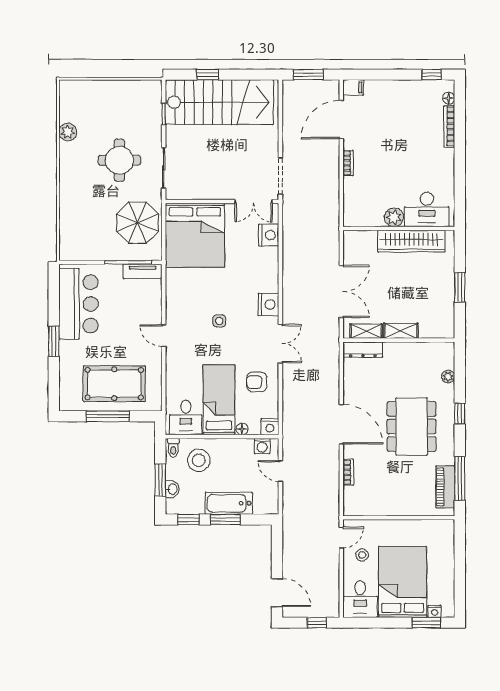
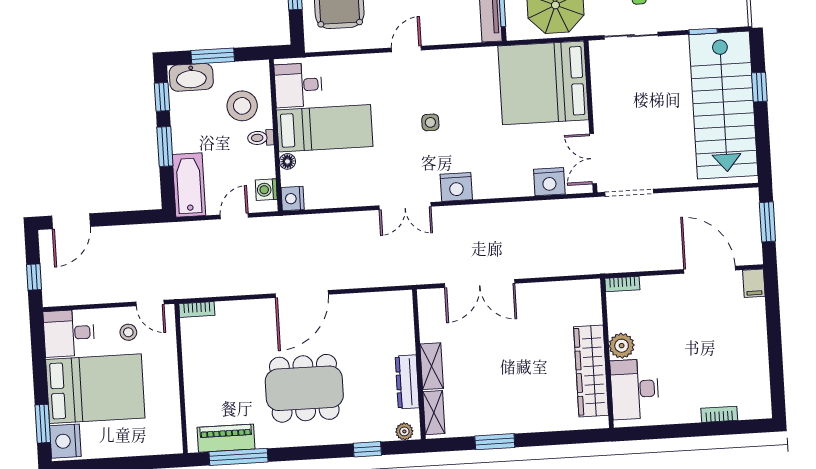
window: (432, 75) -> (777, 387), removed
floor lamp: (449, 98) -> (747, 412), removed
bookcase: (449, 126) -> (719, 414), width x0.64
bookcase: (348, 163) -> (622, 284), moved
desk: (427, 209) -> (635, 389), moved
plant: (394, 217) -> (622, 346), moved
wall: (399, 229) -> (607, 353), moved
wardrobe: (411, 241) -> (591, 371), moved
shelving: (366, 331) -> (434, 413), moved
dresser: (363, 350) -> (407, 382), moved
plant: (448, 377) -> (404, 431), moved
armchair: (257, 382) -> (352, 177), removed
window: (460, 414) -> (367, 449), moved
toilet: (173, 448) -> (261, 138), moved
bookcase: (348, 472) -> (197, 310), moved
washbasin: (172, 489) -> (191, 77), width x1.91, depth x1.45
bathtub: (229, 503) -> (189, 185), moved
nightstand: (435, 611) -> (65, 441), width x1.89, depth x1.79

